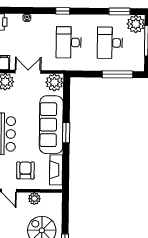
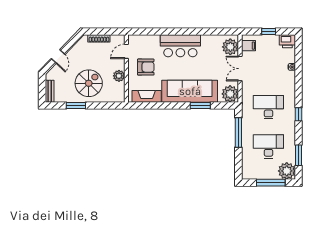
window: (63, 11) -> (299, 114), moved
double door: (28, 72) -> (240, 69), swing flipped
window: (117, 74) -> (238, 132), moved
window: (66, 133) -> (200, 105), moved

